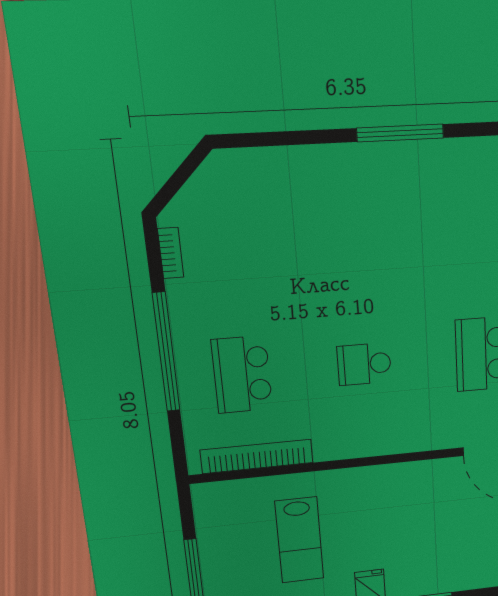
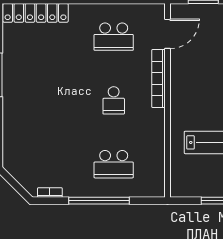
bookcase: (257, 456) -> (158, 78), moved

